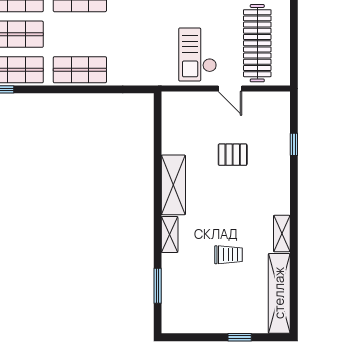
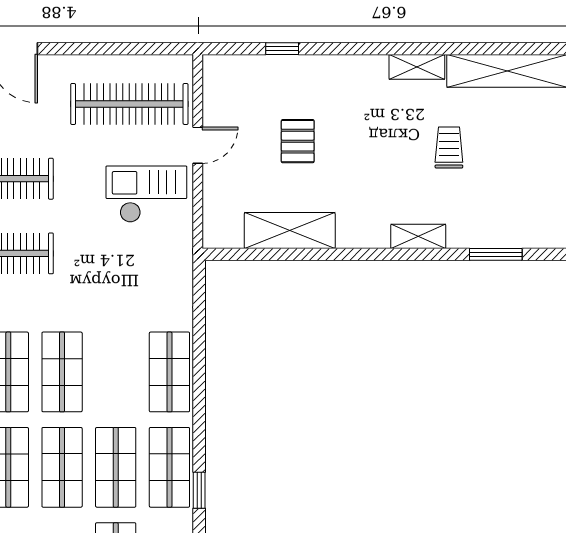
checkout: (198, 54) -> (146, 194), turned 180
shelving: (173, 185) -> (290, 231), moved

